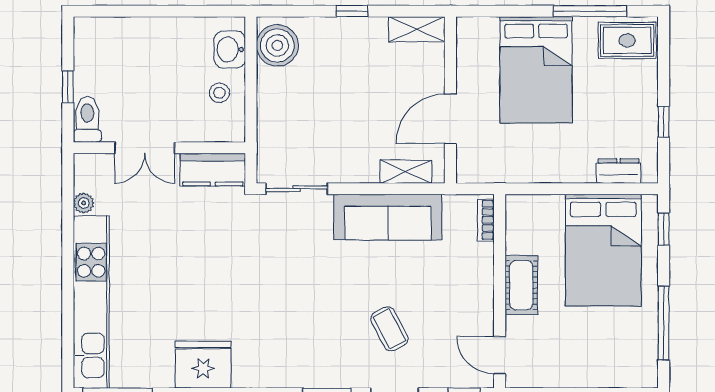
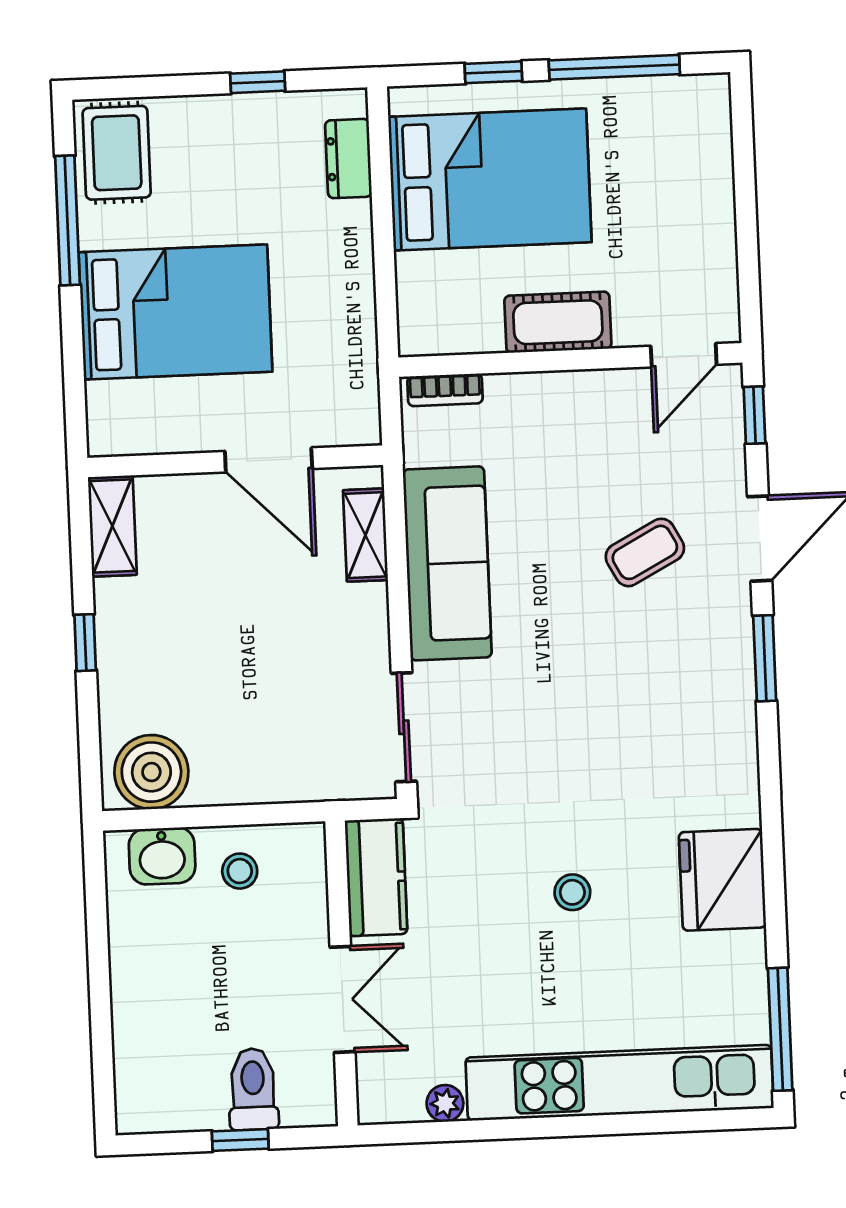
toilet: (87, 119) -> (253, 1089), moved, turned 90
window: (664, 229) -> (493, 72), moved
stool: (200, 280) -> (572, 892), added

